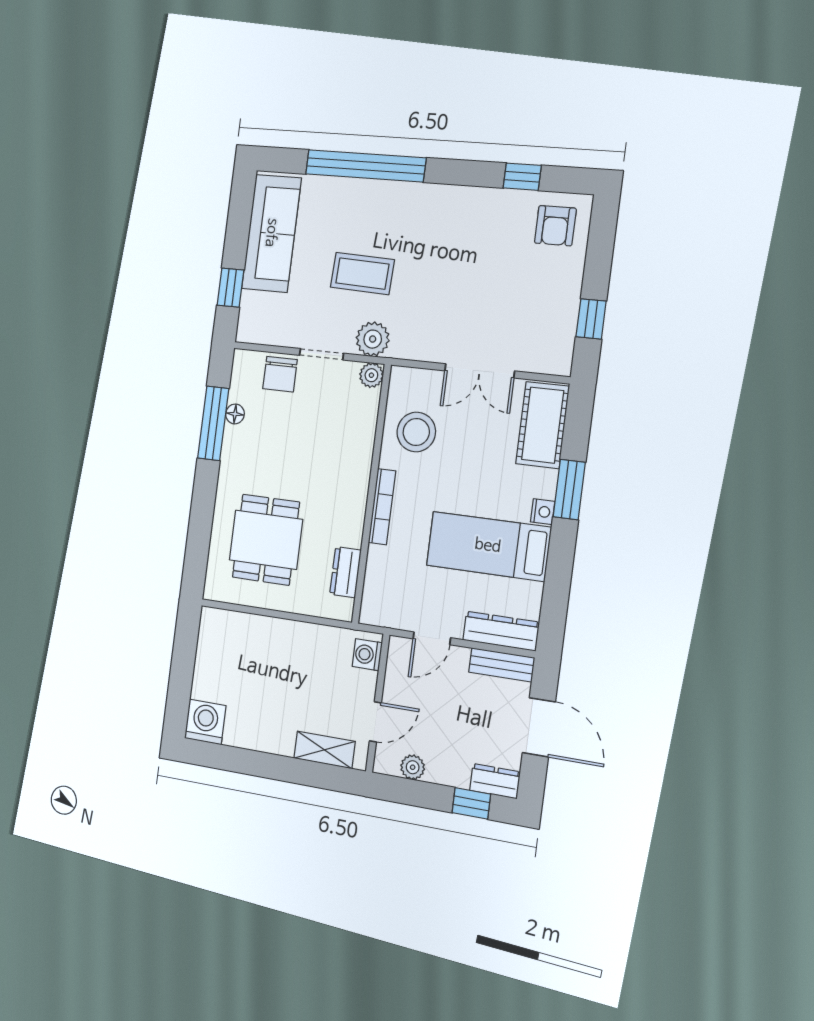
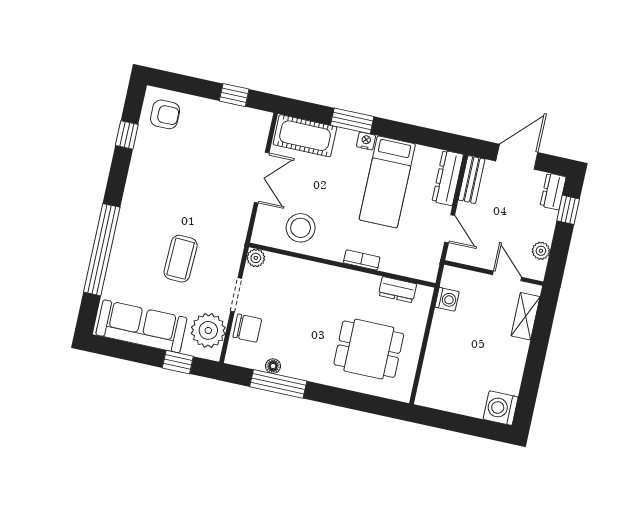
plant: (373, 339) -> (208, 330), moved, width x1.36, depth x1.36
bookcase: (382, 507) -> (362, 260), width x0.64
washing machine: (367, 655) -> (447, 299), moved, turned -90

